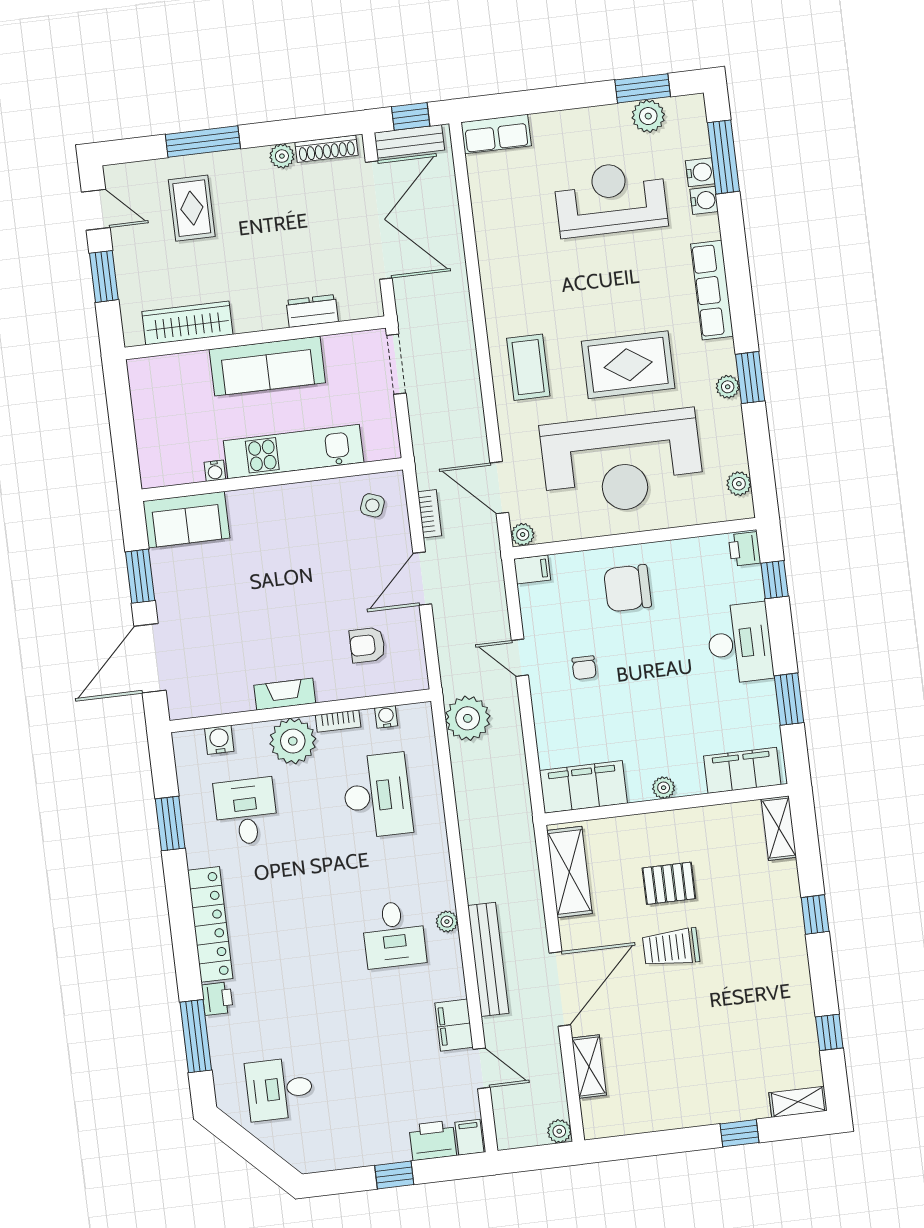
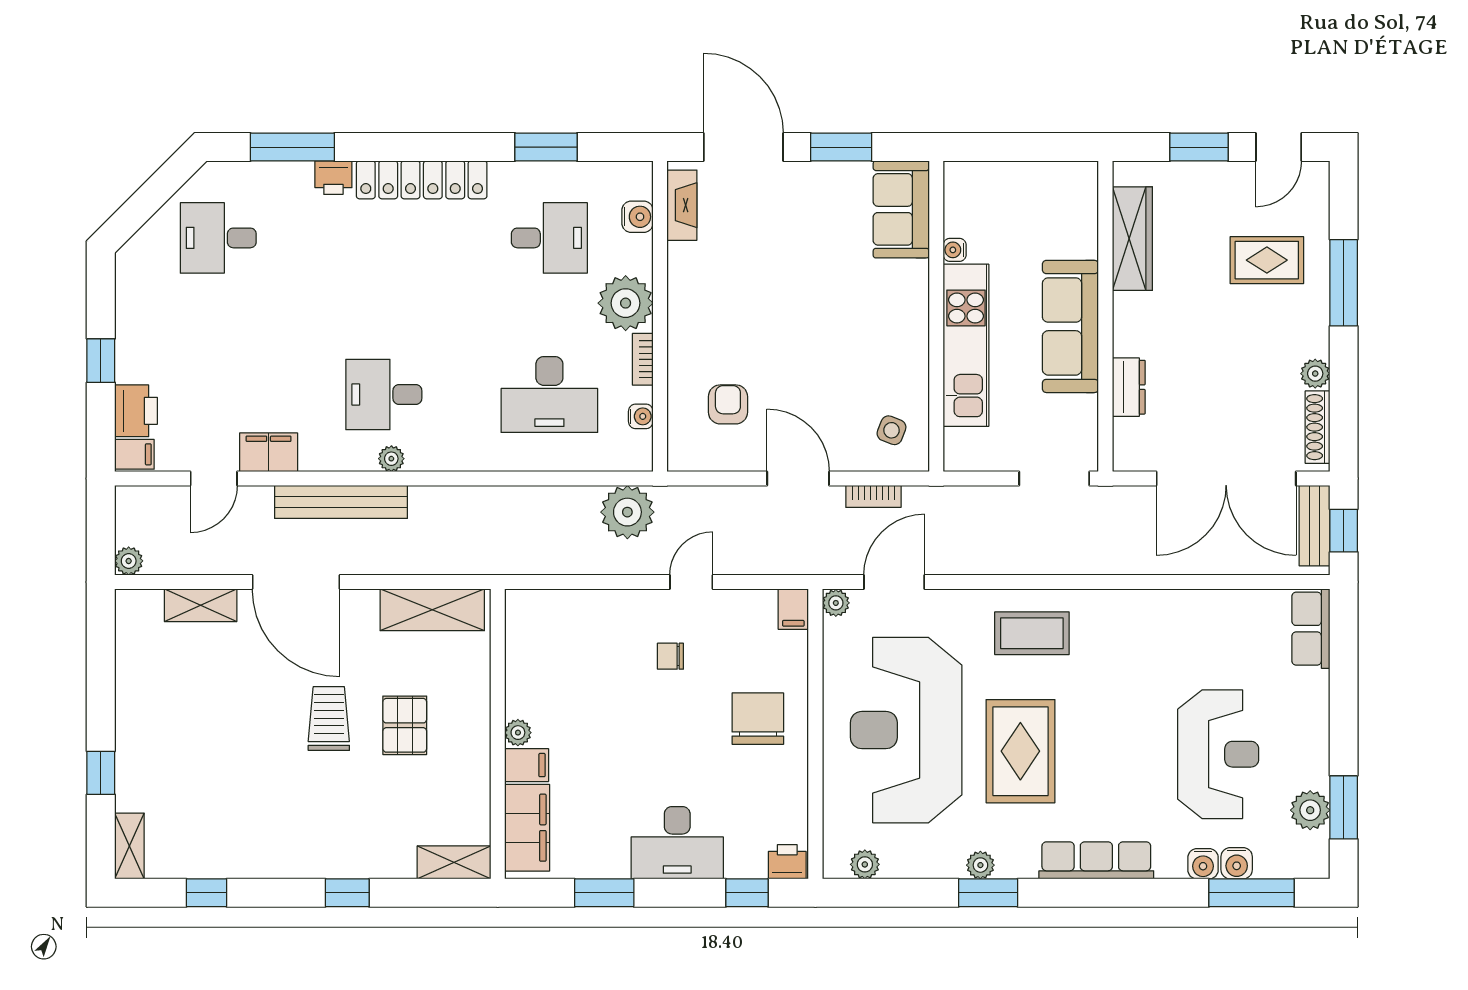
fireplace: (285, 694) -> (682, 205), moved
filing cabinet: (583, 787) -> (527, 765), moved, width x0.33, depth x0.86
desk: (279, 1089) -> (218, 238), turned -90

